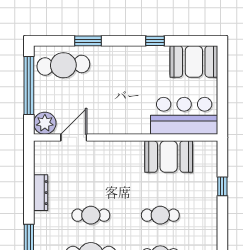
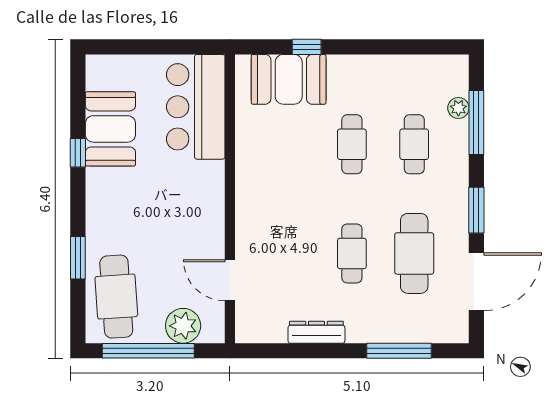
booth: (194, 61) -> (110, 129), moved
plant: (45, 123) -> (183, 326), moved
booth: (169, 157) -> (289, 79), moved, turned 90

